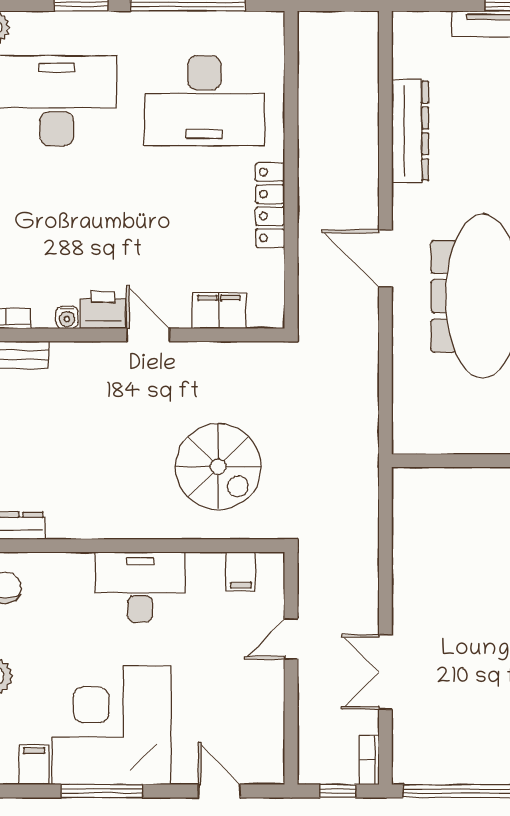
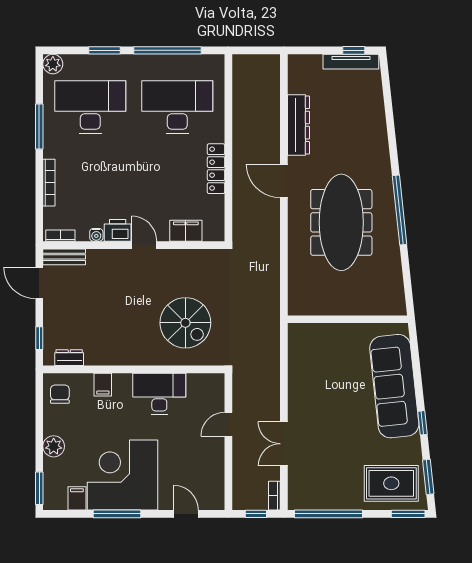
desk: (204, 101) -> (177, 107), turned 180
door: (385, 259) -> (284, 181), moved
filing cabinet: (241, 571) -> (103, 385), moved
desk: (140, 587) -> (159, 394), moved

